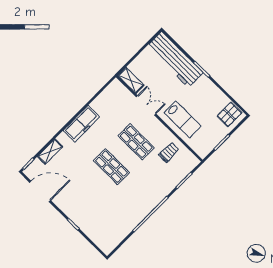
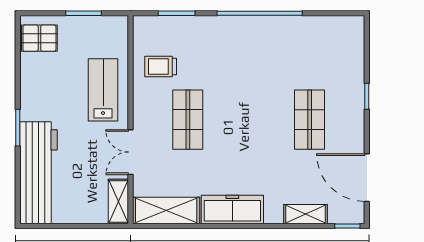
shelving: (108, 96) -> (166, 211), added
shop shelf: (112, 167) -> (310, 120), moved

